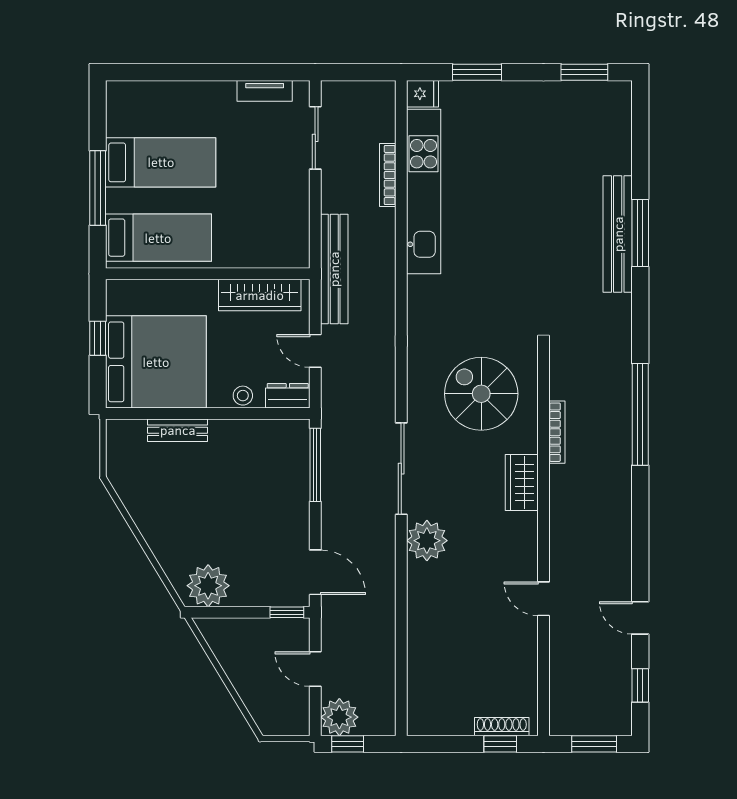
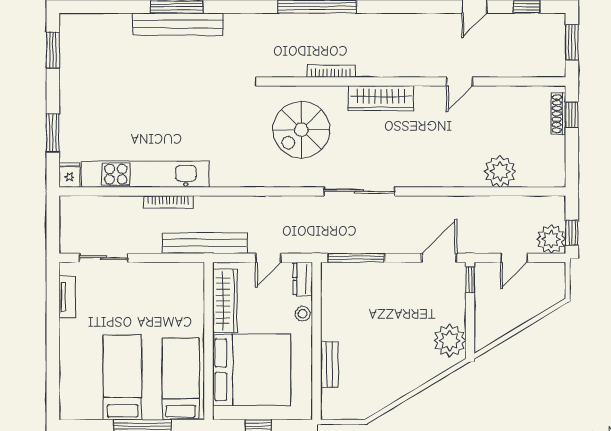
bookcase: (388, 175) -> (168, 202), moved
bed: (156, 362) -> (252, 370), moved, turned 90
wardrobe: (522, 483) -> (381, 98), width x1.50
plant: (427, 541) -> (500, 172), moved

